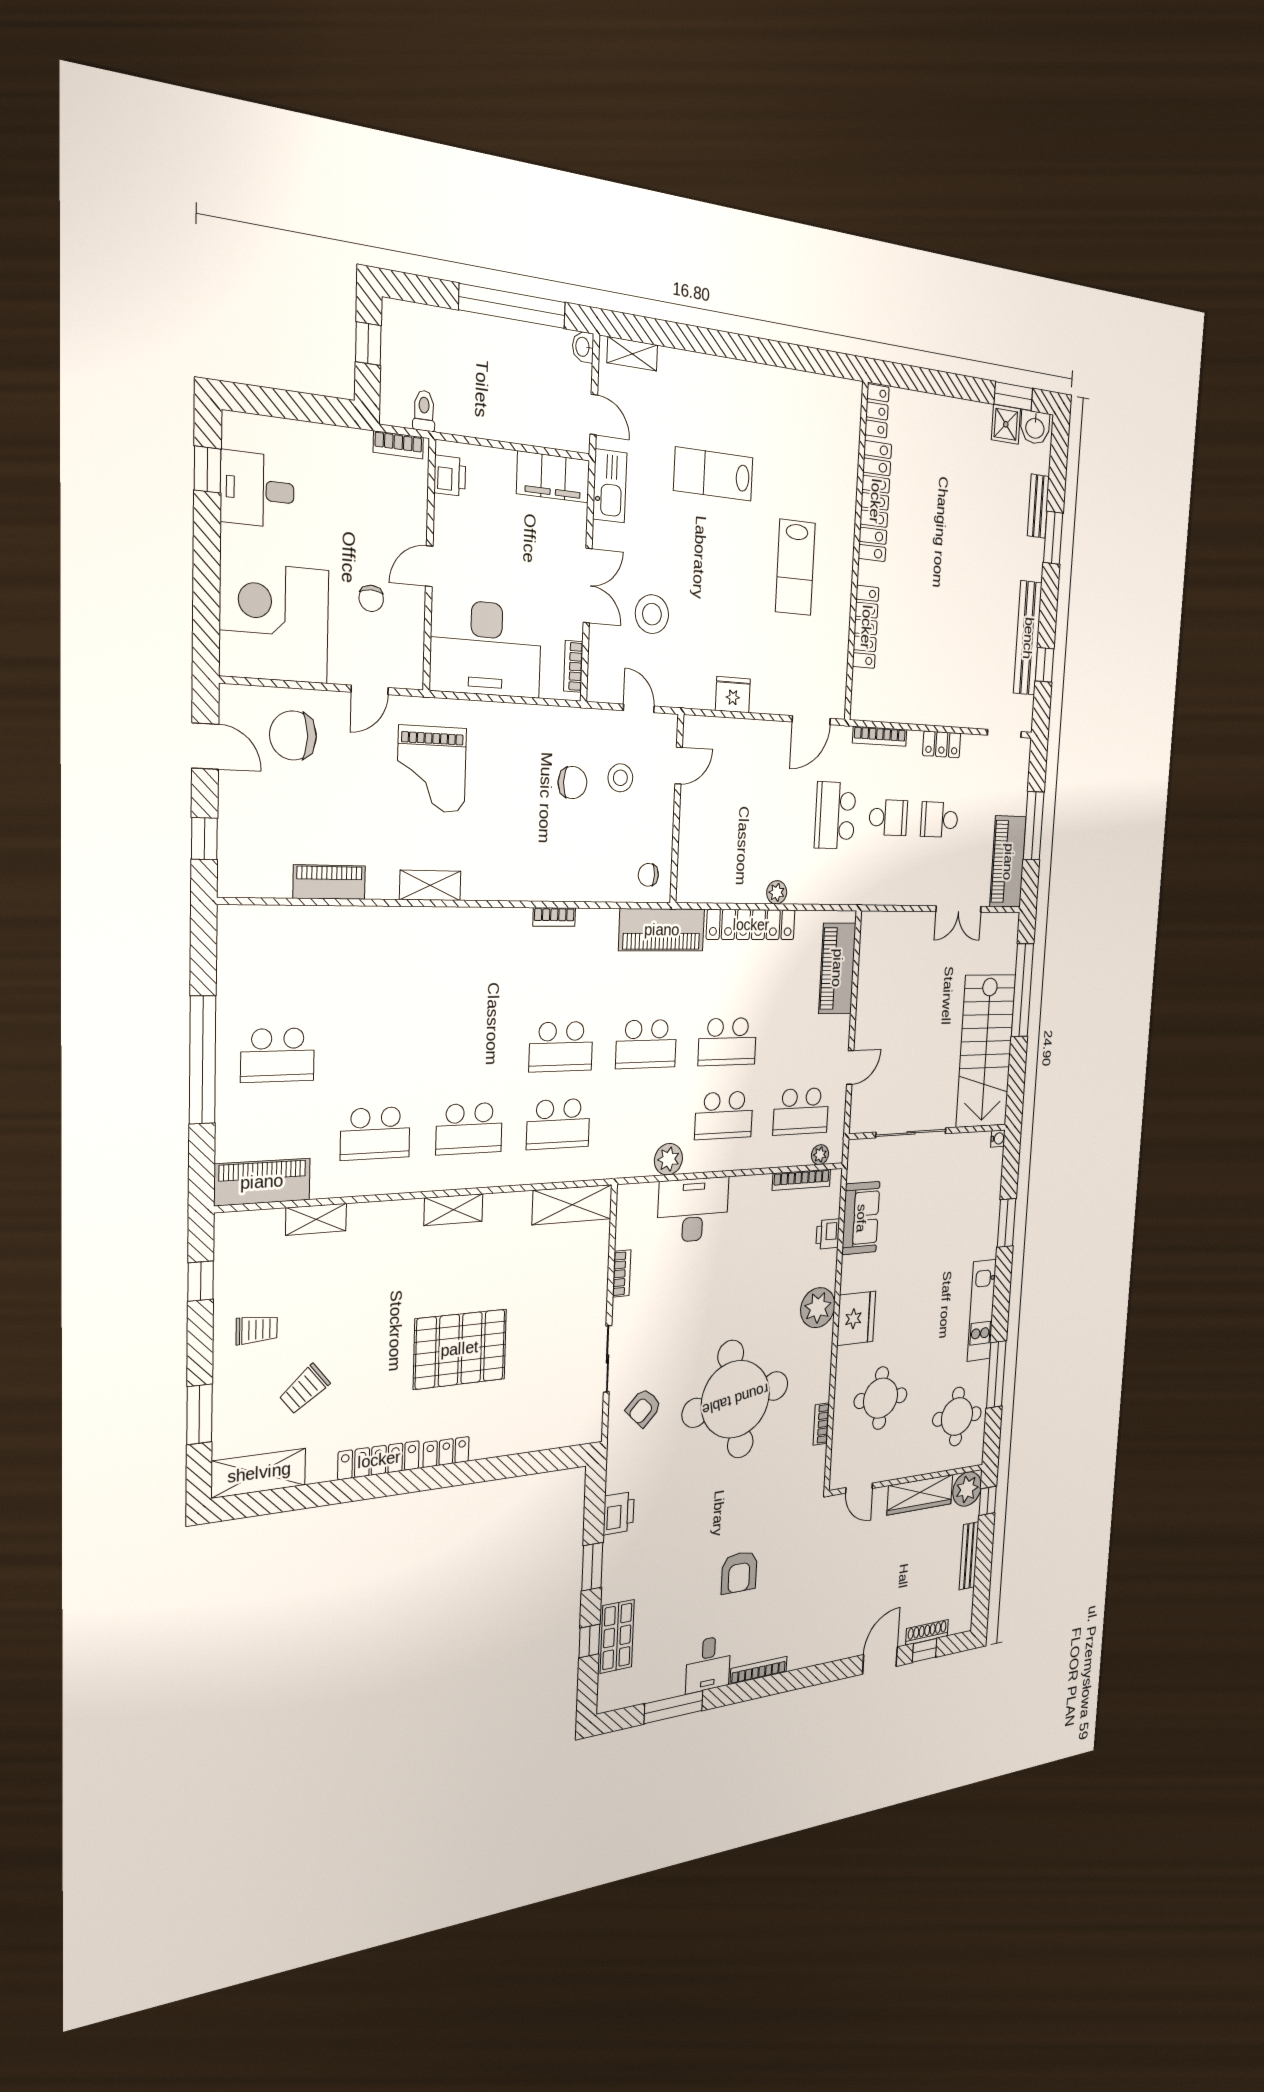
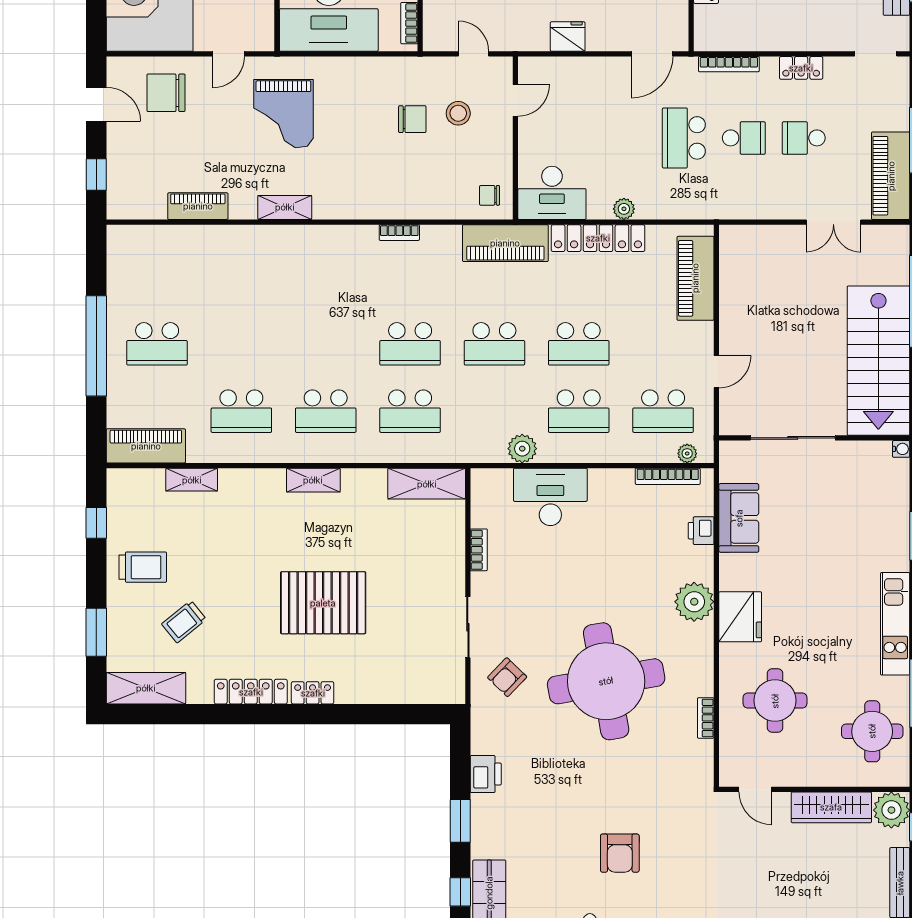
desk: (710, 873) -> (552, 193), added
trolley: (257, 1330) -> (143, 567), width x1.36, depth x1.39

